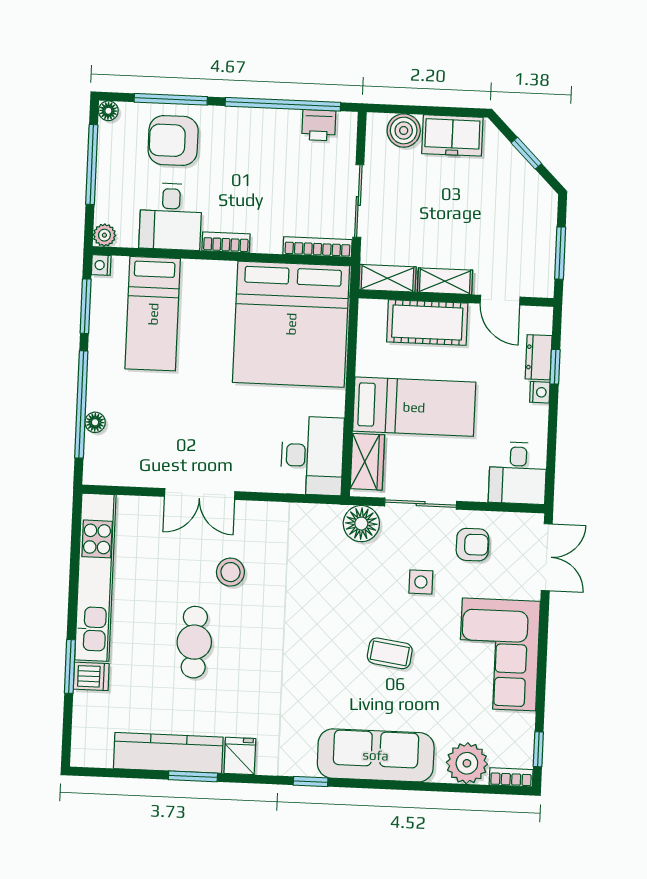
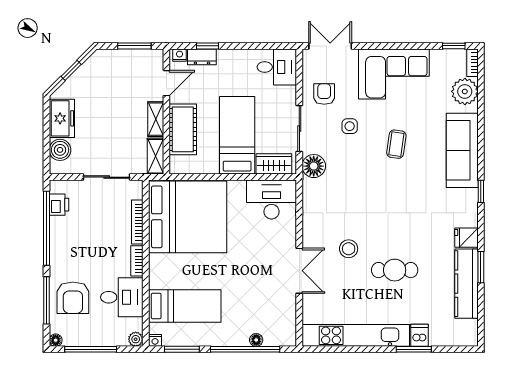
bookcase: (318, 247) -> (137, 222), moved
nightstand: (540, 392) -> (179, 55), moved

